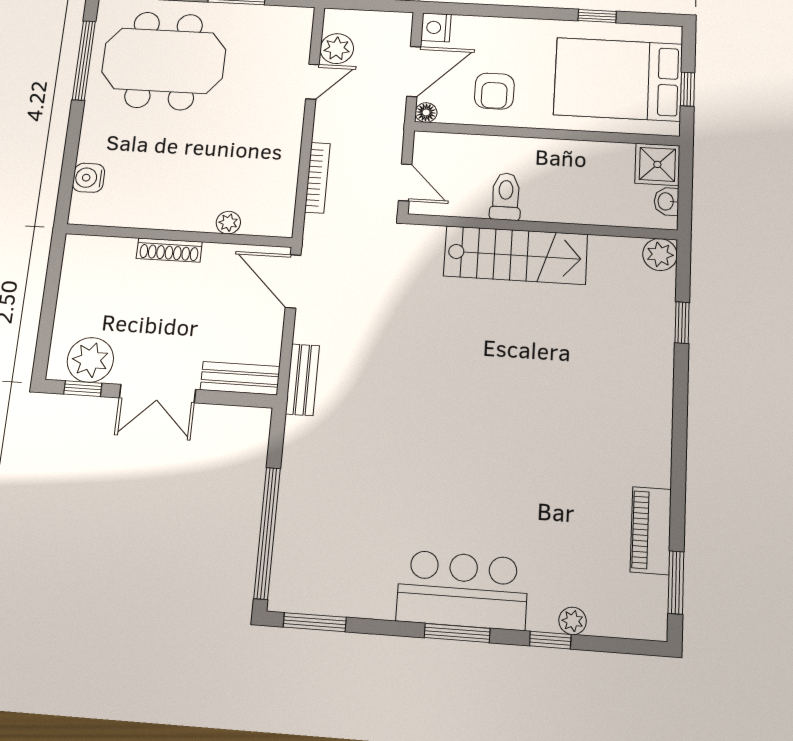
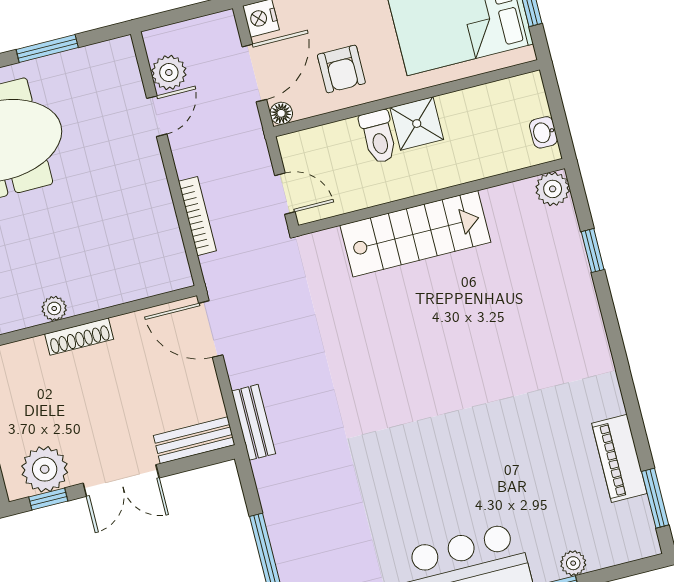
shower: (657, 164) -> (417, 124), moved
toilet: (506, 196) -> (379, 137), moved, turned 180
plant: (228, 223) -> (54, 308), moved

